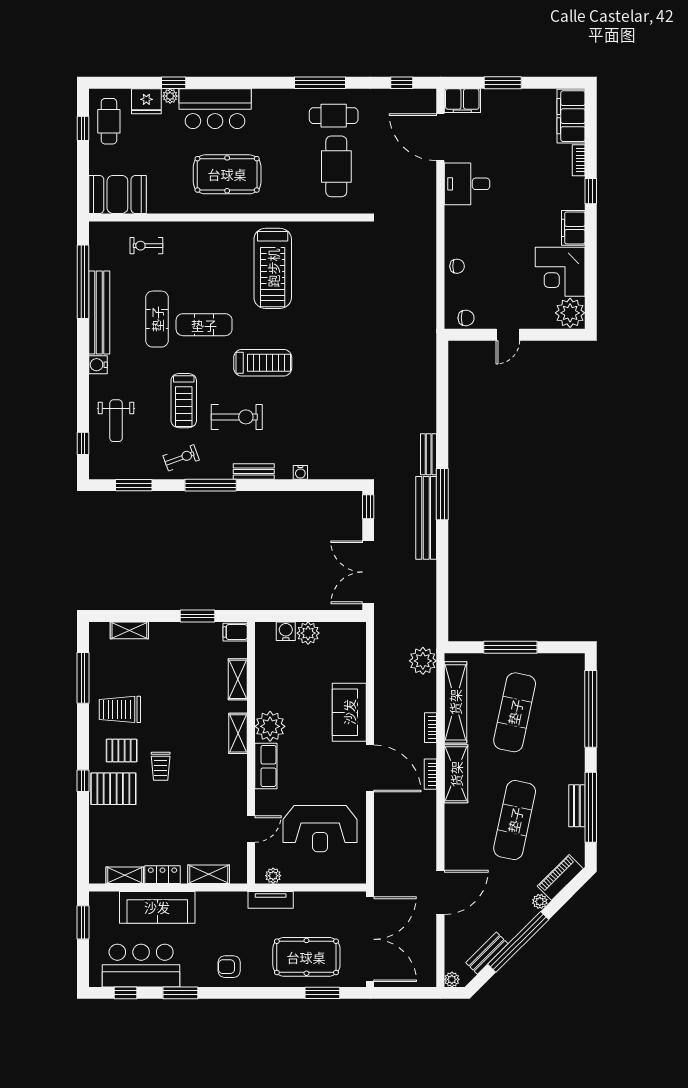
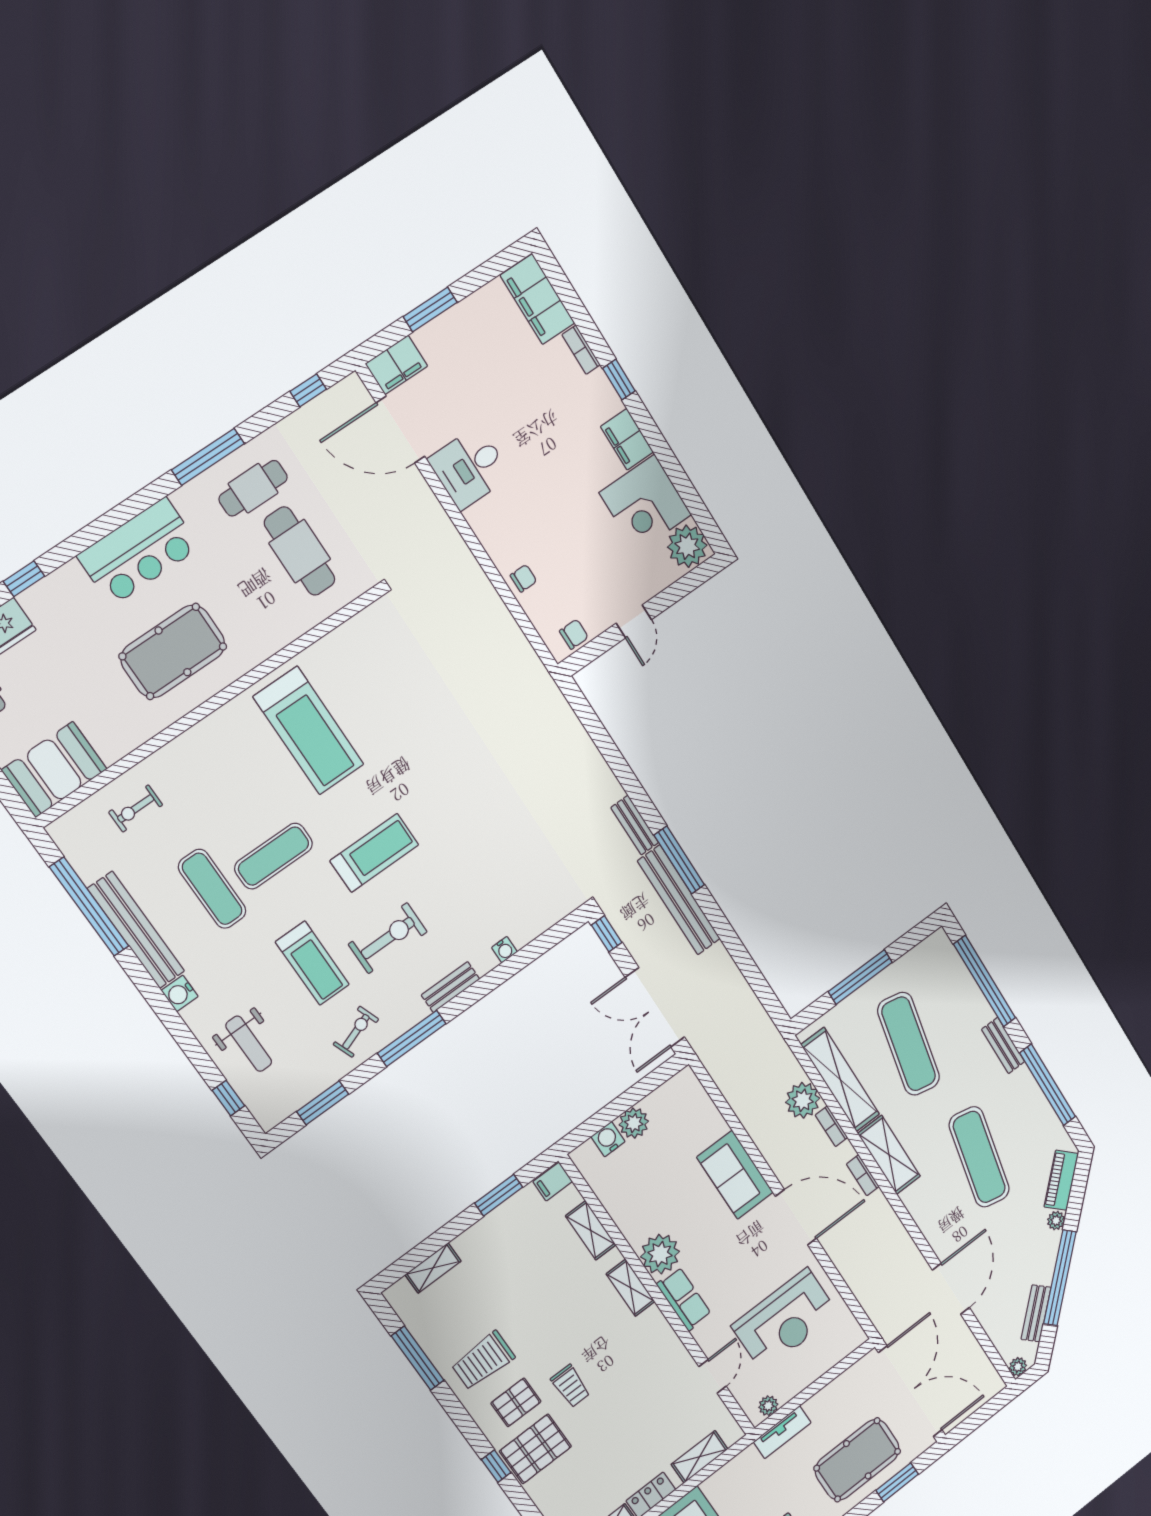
plant: (170, 96) -> (31, 599), removed
bar counter: (215, 109) -> (139, 552), moved
plant: (423, 661) -> (803, 1100), moved
bench: (577, 806) -> (1003, 1046), moved

